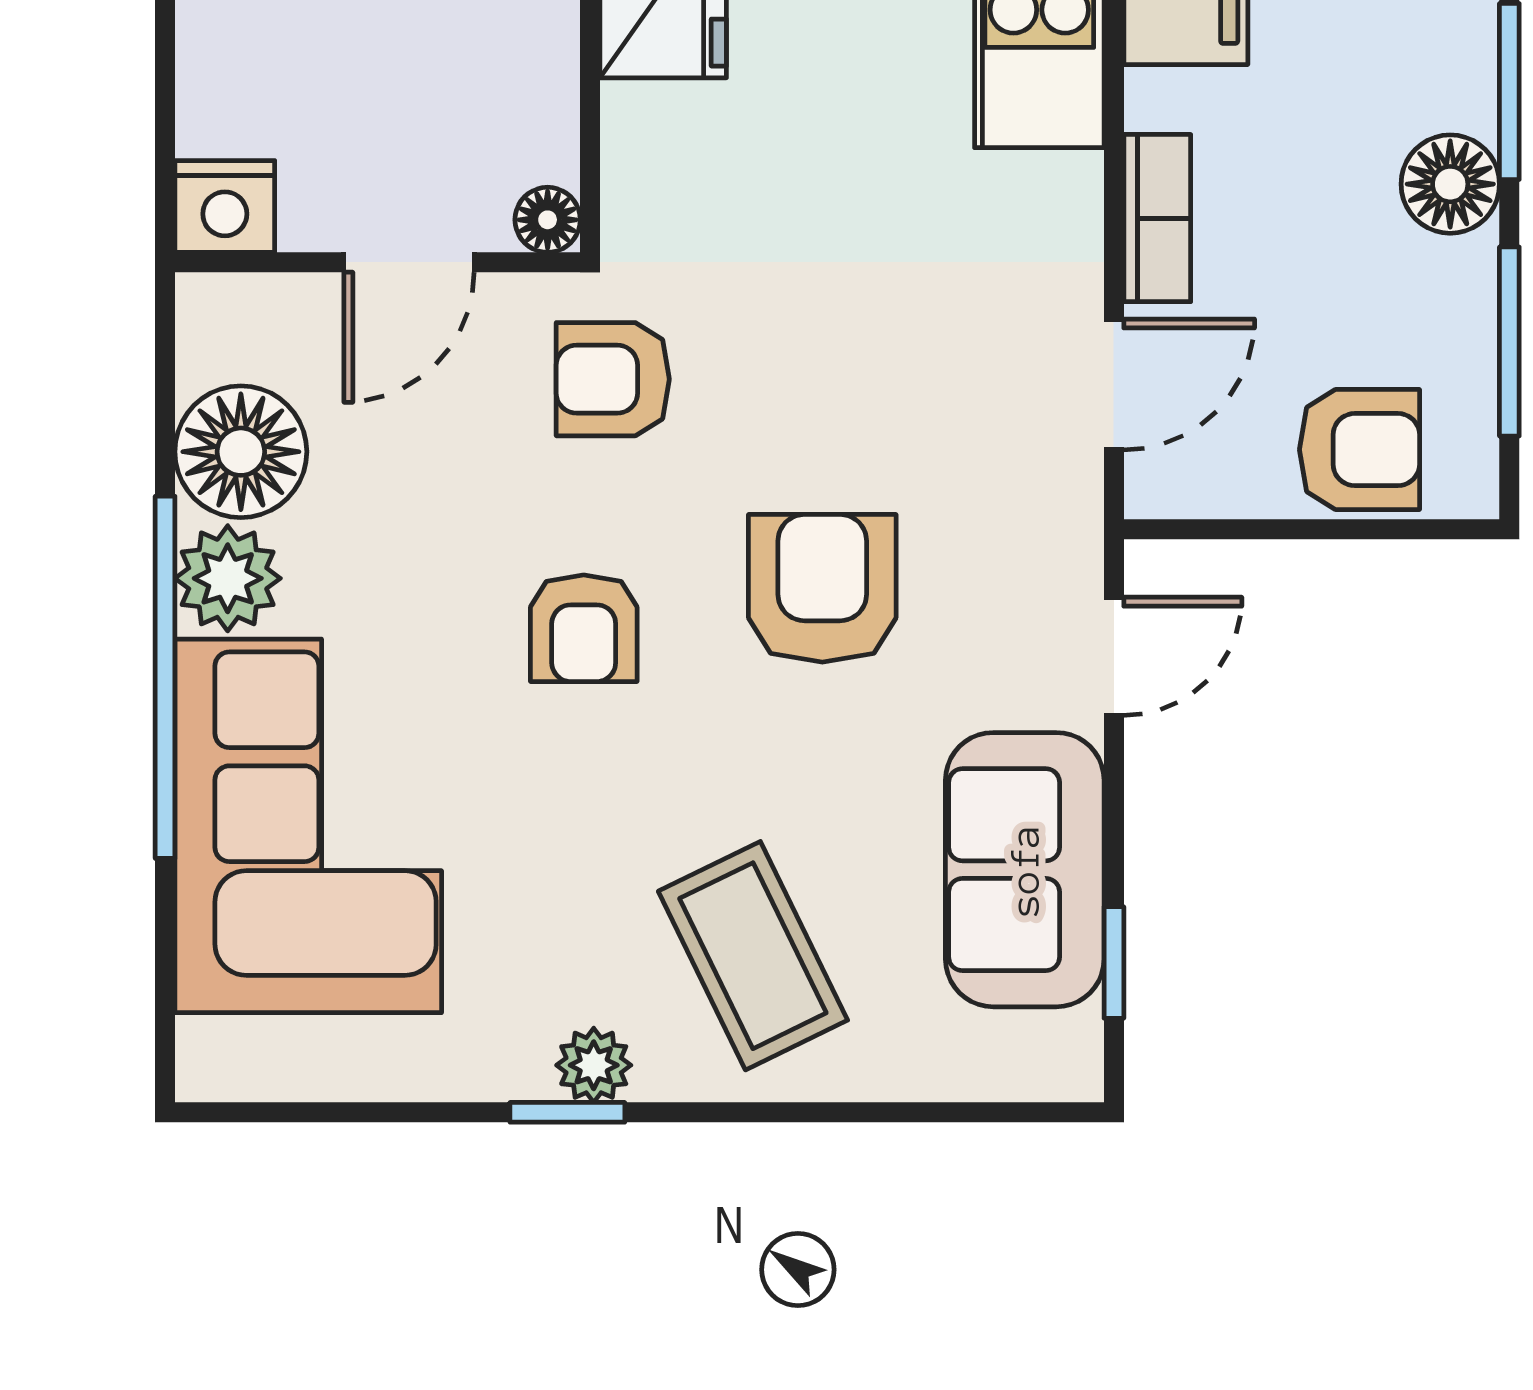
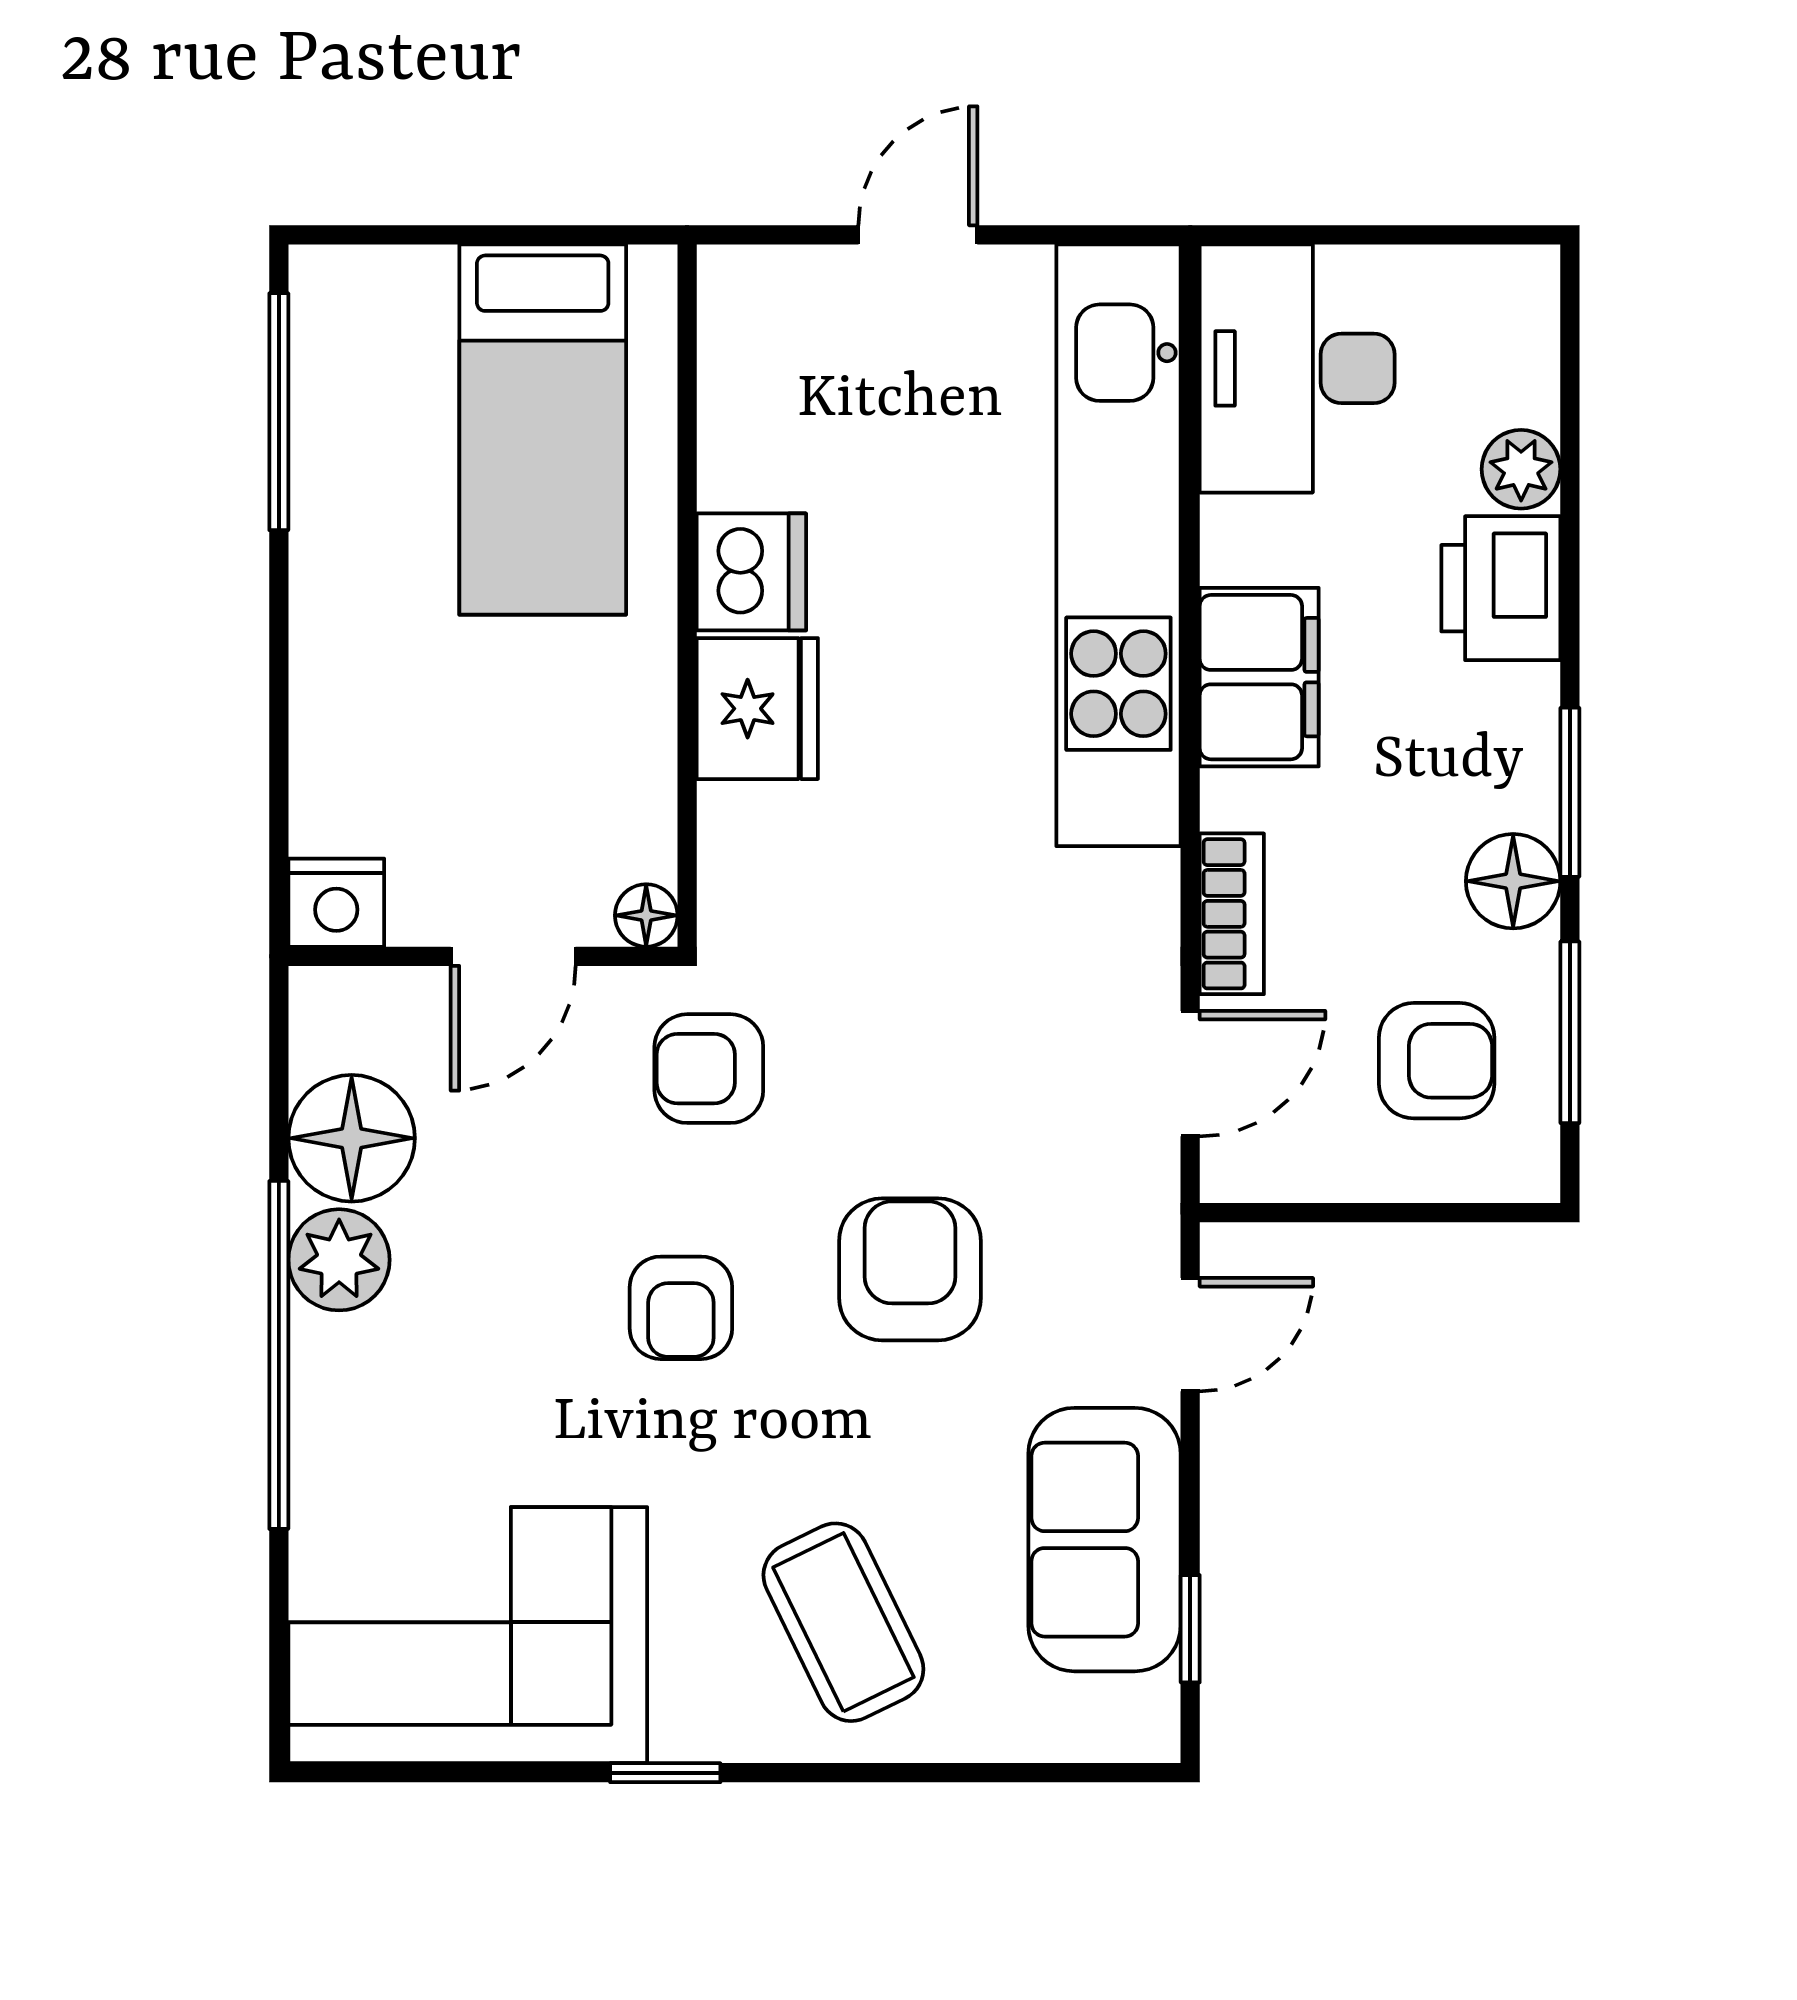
armchair: (1360, 450) -> (1437, 1061), moved
corner sofa: (308, 826) -> (468, 1635), moved, turned -90
plant: (594, 1065) -> (691, 1727), removed

